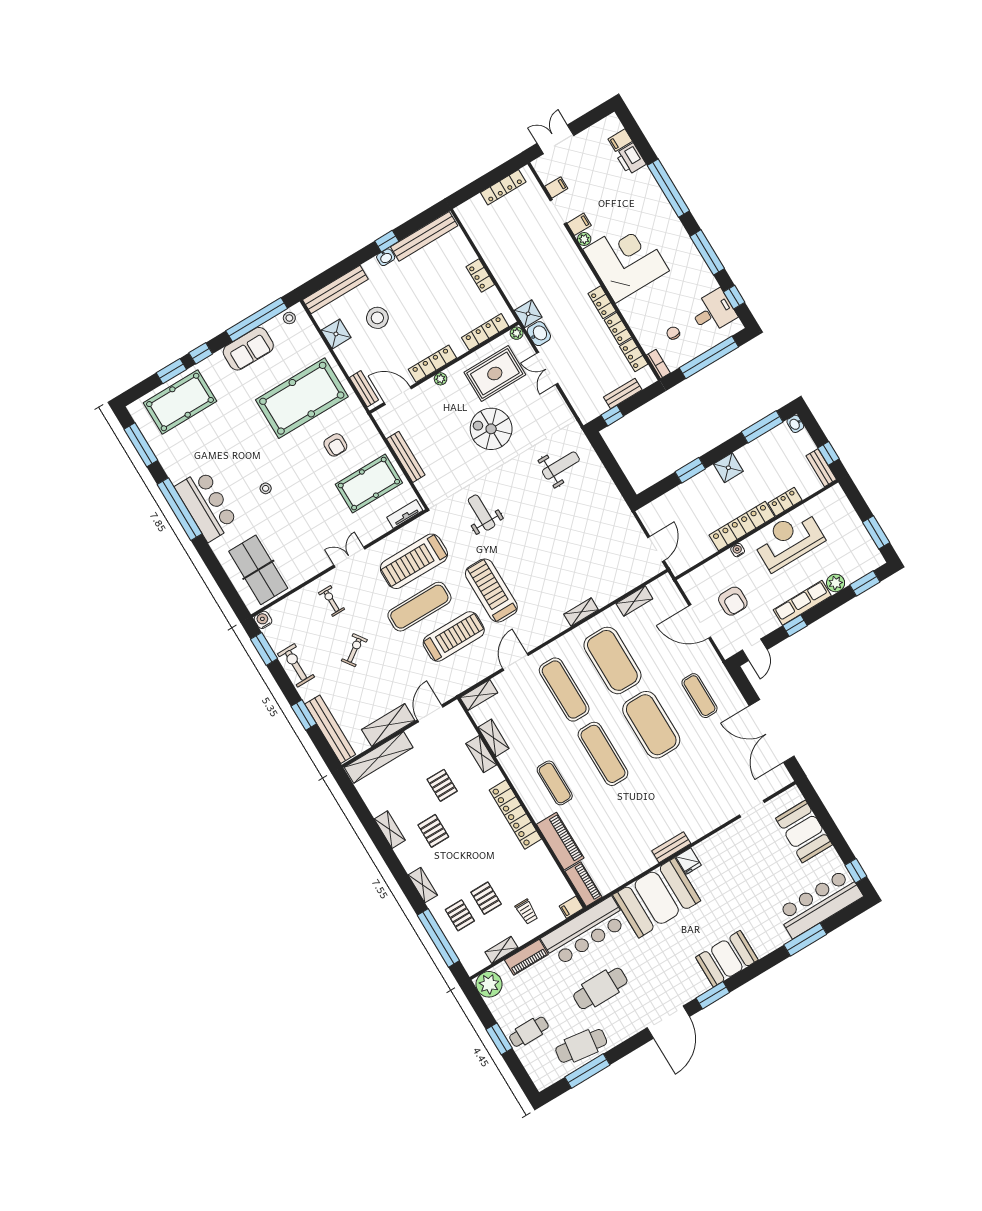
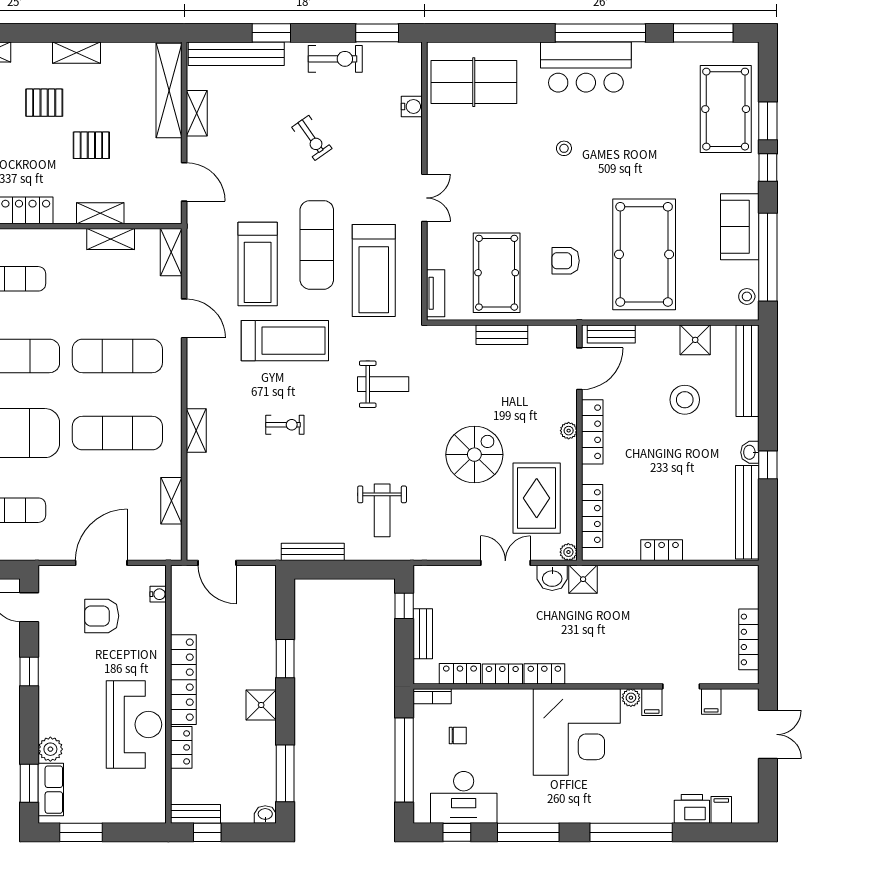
desk: (713, 312) -> (464, 797), width x1.37
bench: (406, 457) -> (502, 335), width x0.73
bench: (613, 493) -> (313, 552), added
water cooler: (738, 550) -> (158, 594), moved
treadmill: (414, 561) -> (374, 271), turned 180
exercise bike: (331, 601) -> (285, 425), moved
row of seats: (802, 603) -> (51, 790), moved, width x0.68
water cooler: (263, 620) -> (412, 106), moved
exercise mat: (612, 660) -> (117, 433), width x0.68
shelving: (388, 725) -> (197, 113), width x0.67, depth x0.75

